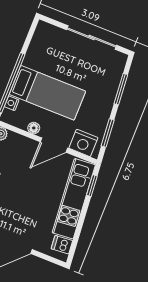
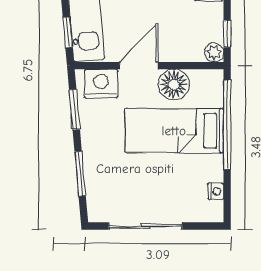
nightstand: (12, 103) -> (216, 191), moved
floor lamp: (34, 128) -> (174, 85), width x1.89, depth x1.89

